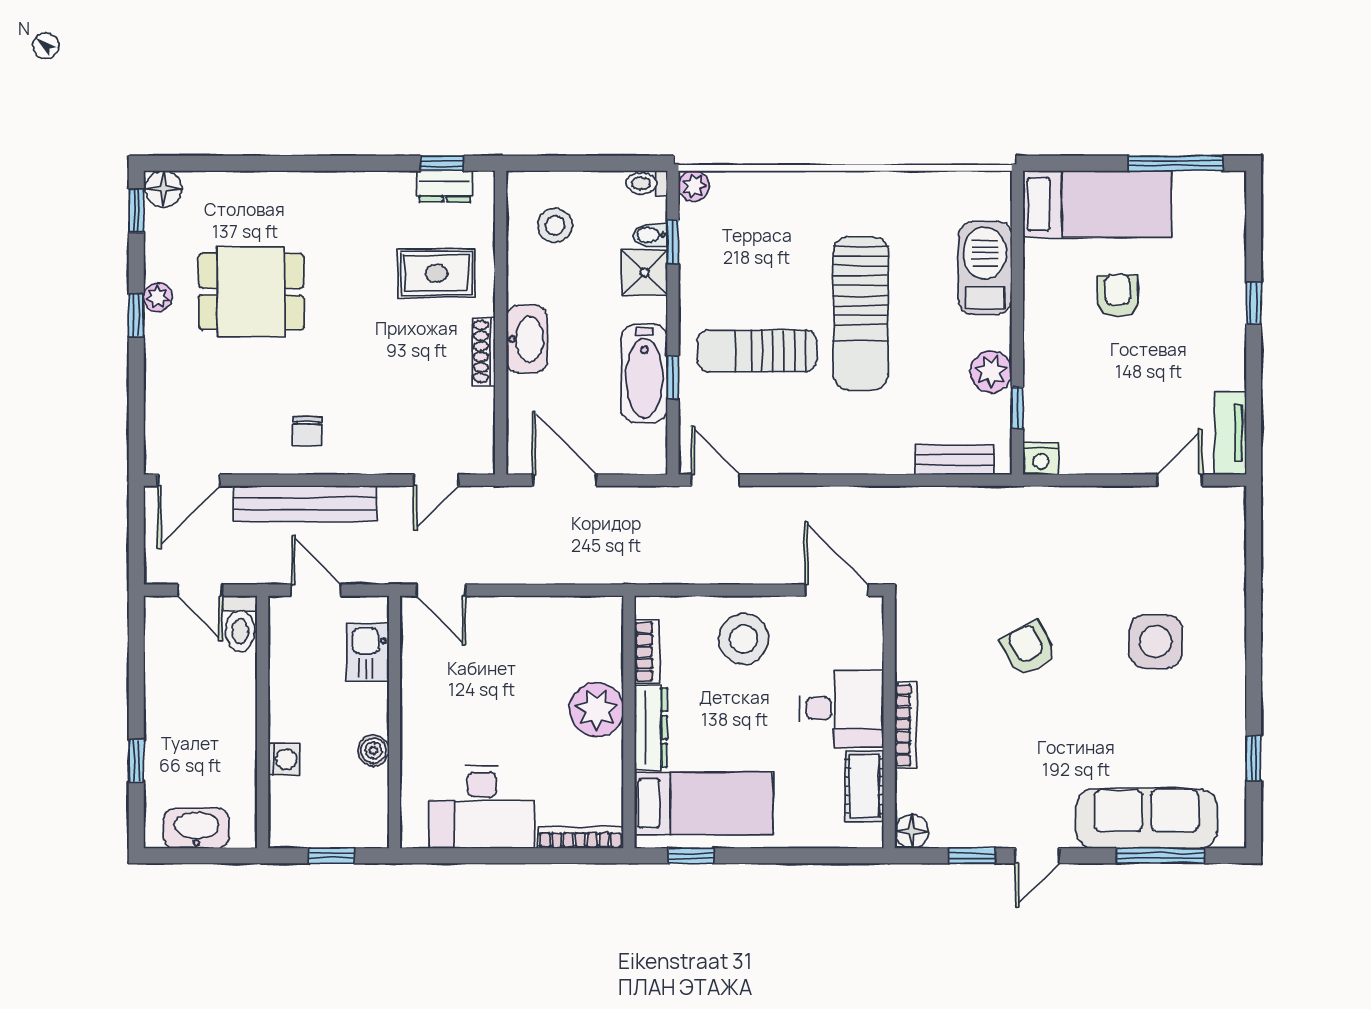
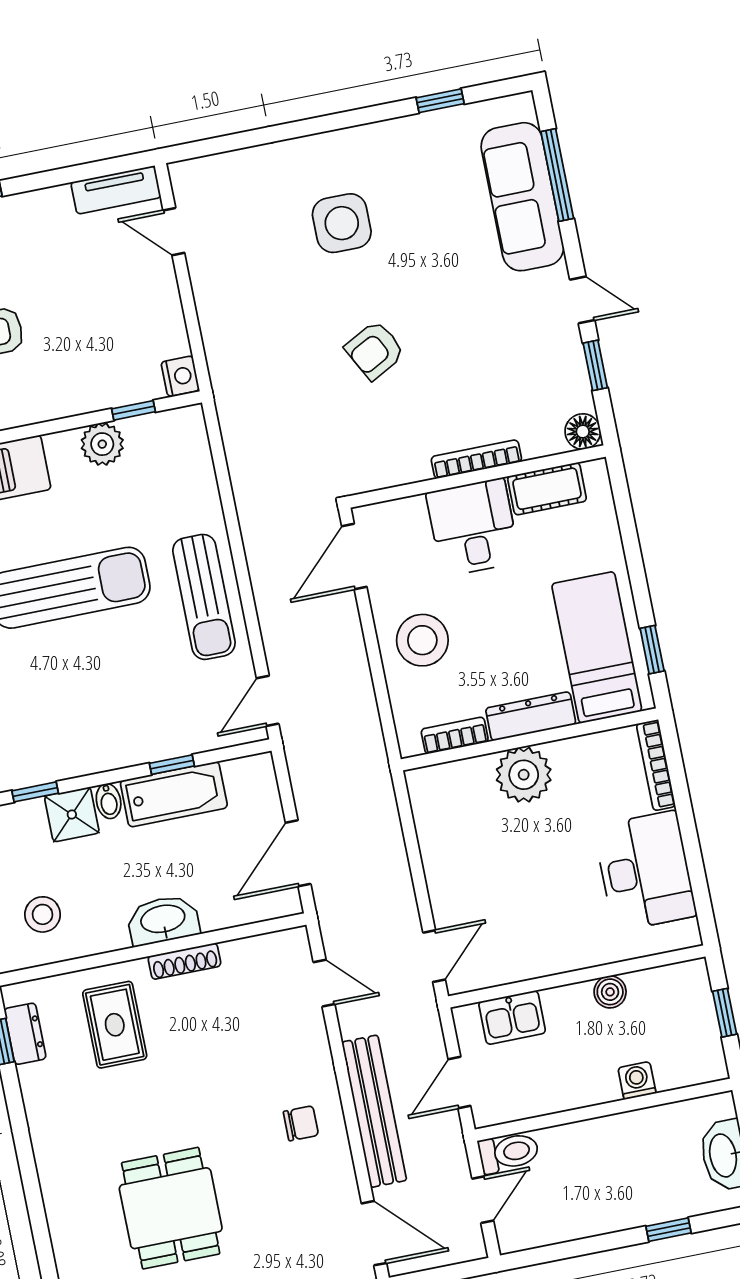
bidet: (650, 235) -> (109, 801), moved
sun lounger: (757, 351) -> (204, 597), moved
bench: (955, 460) -> (199, 463), removed

